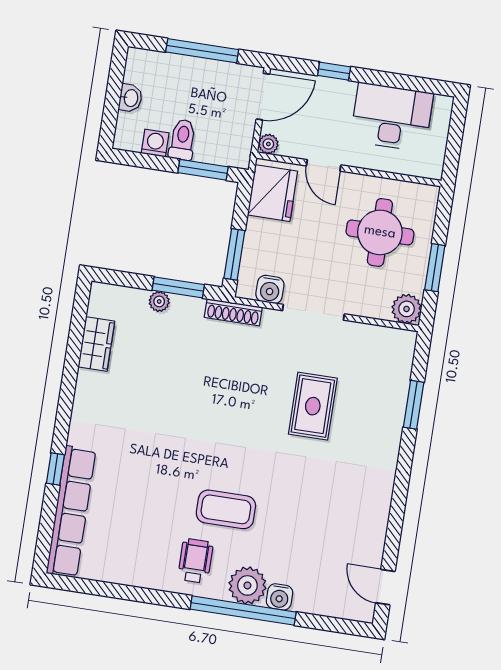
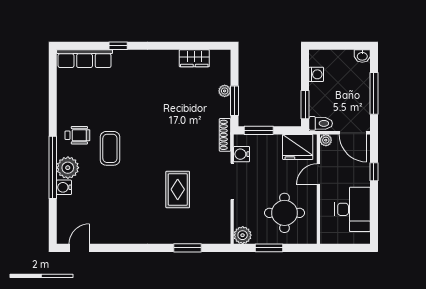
washbasin: (130, 98) -> (362, 56), moved
toilet: (182, 140) -> (321, 123), moved
rug: (313, 406) -> (178, 189), turned 90
row of seats: (71, 512) -> (85, 59), width x0.73

